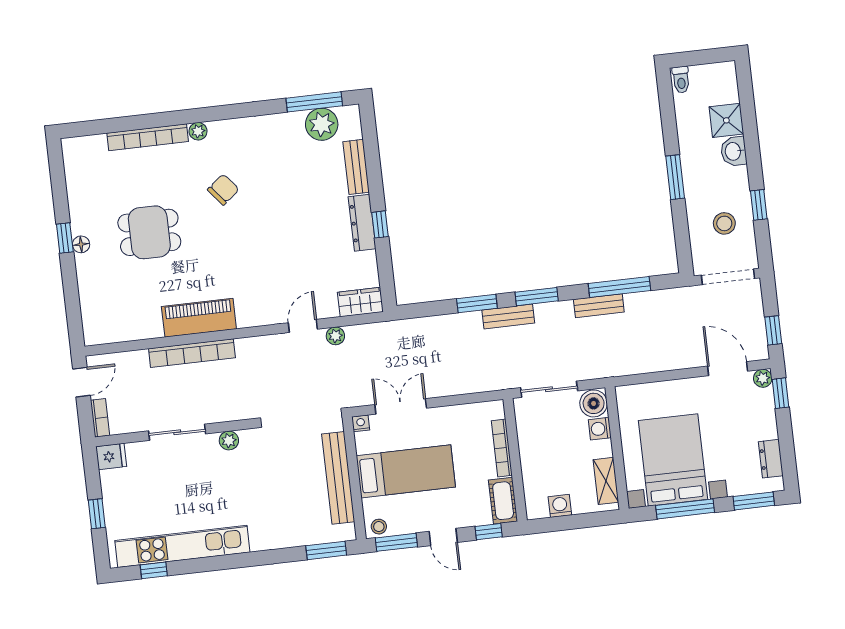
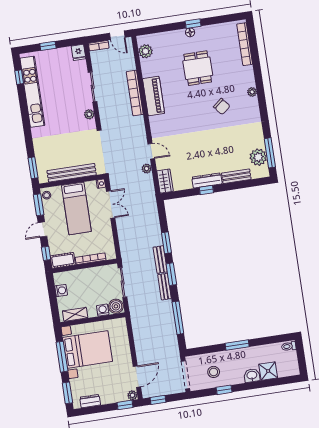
bookcase: (148, 137) -> (245, 44), moved
bench: (599, 306) -> (165, 287), moved
plant: (114, 330) -> (145, 51), added

